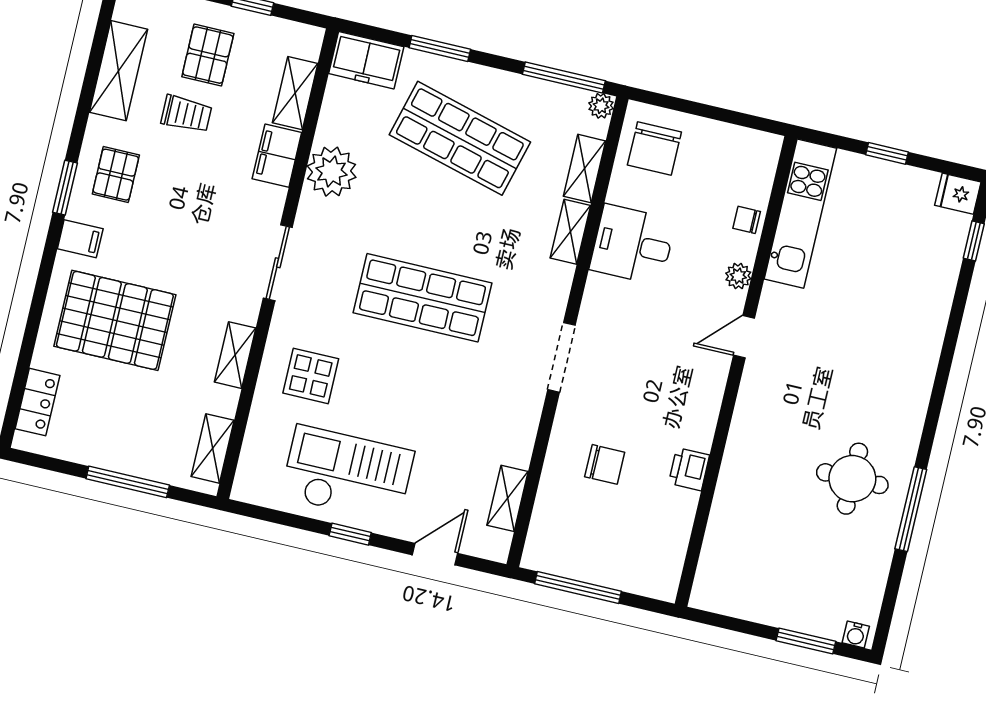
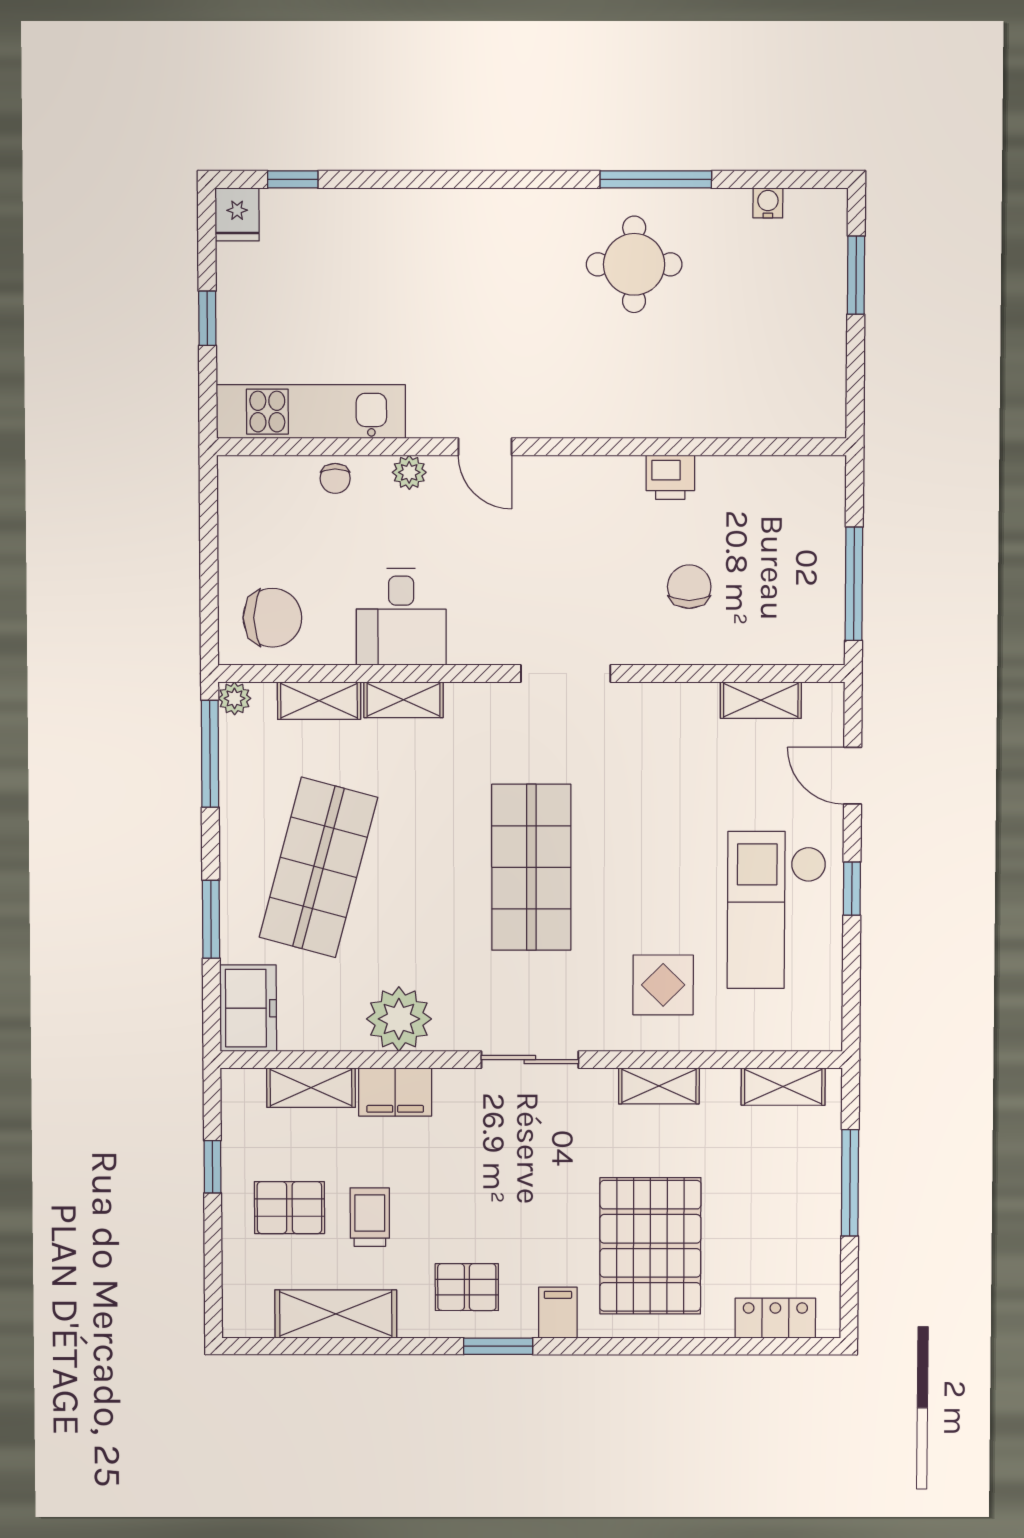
water cooler: (856, 635) -> (768, 203), moved, turned -90

